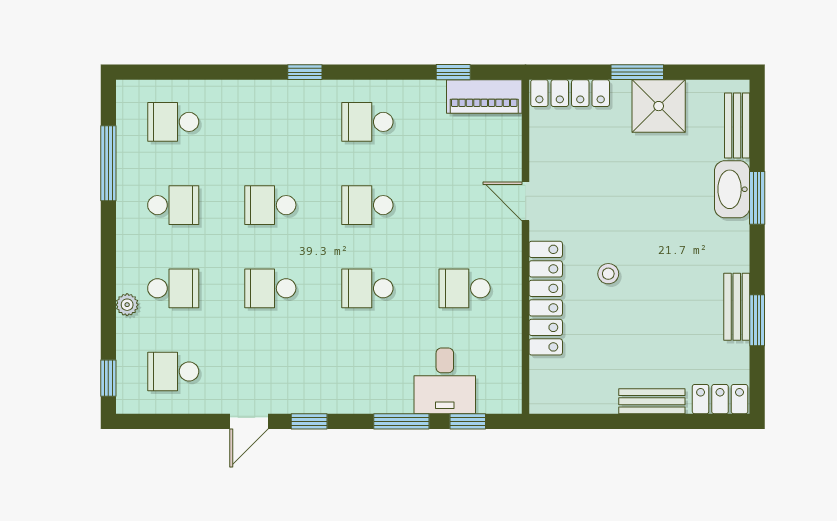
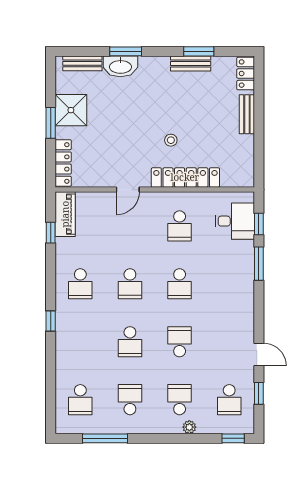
school desk: (270, 288) -> (180, 342), turned 180
desk: (445, 381) -> (235, 221), moved
window: (309, 421) -> (259, 393), moved

